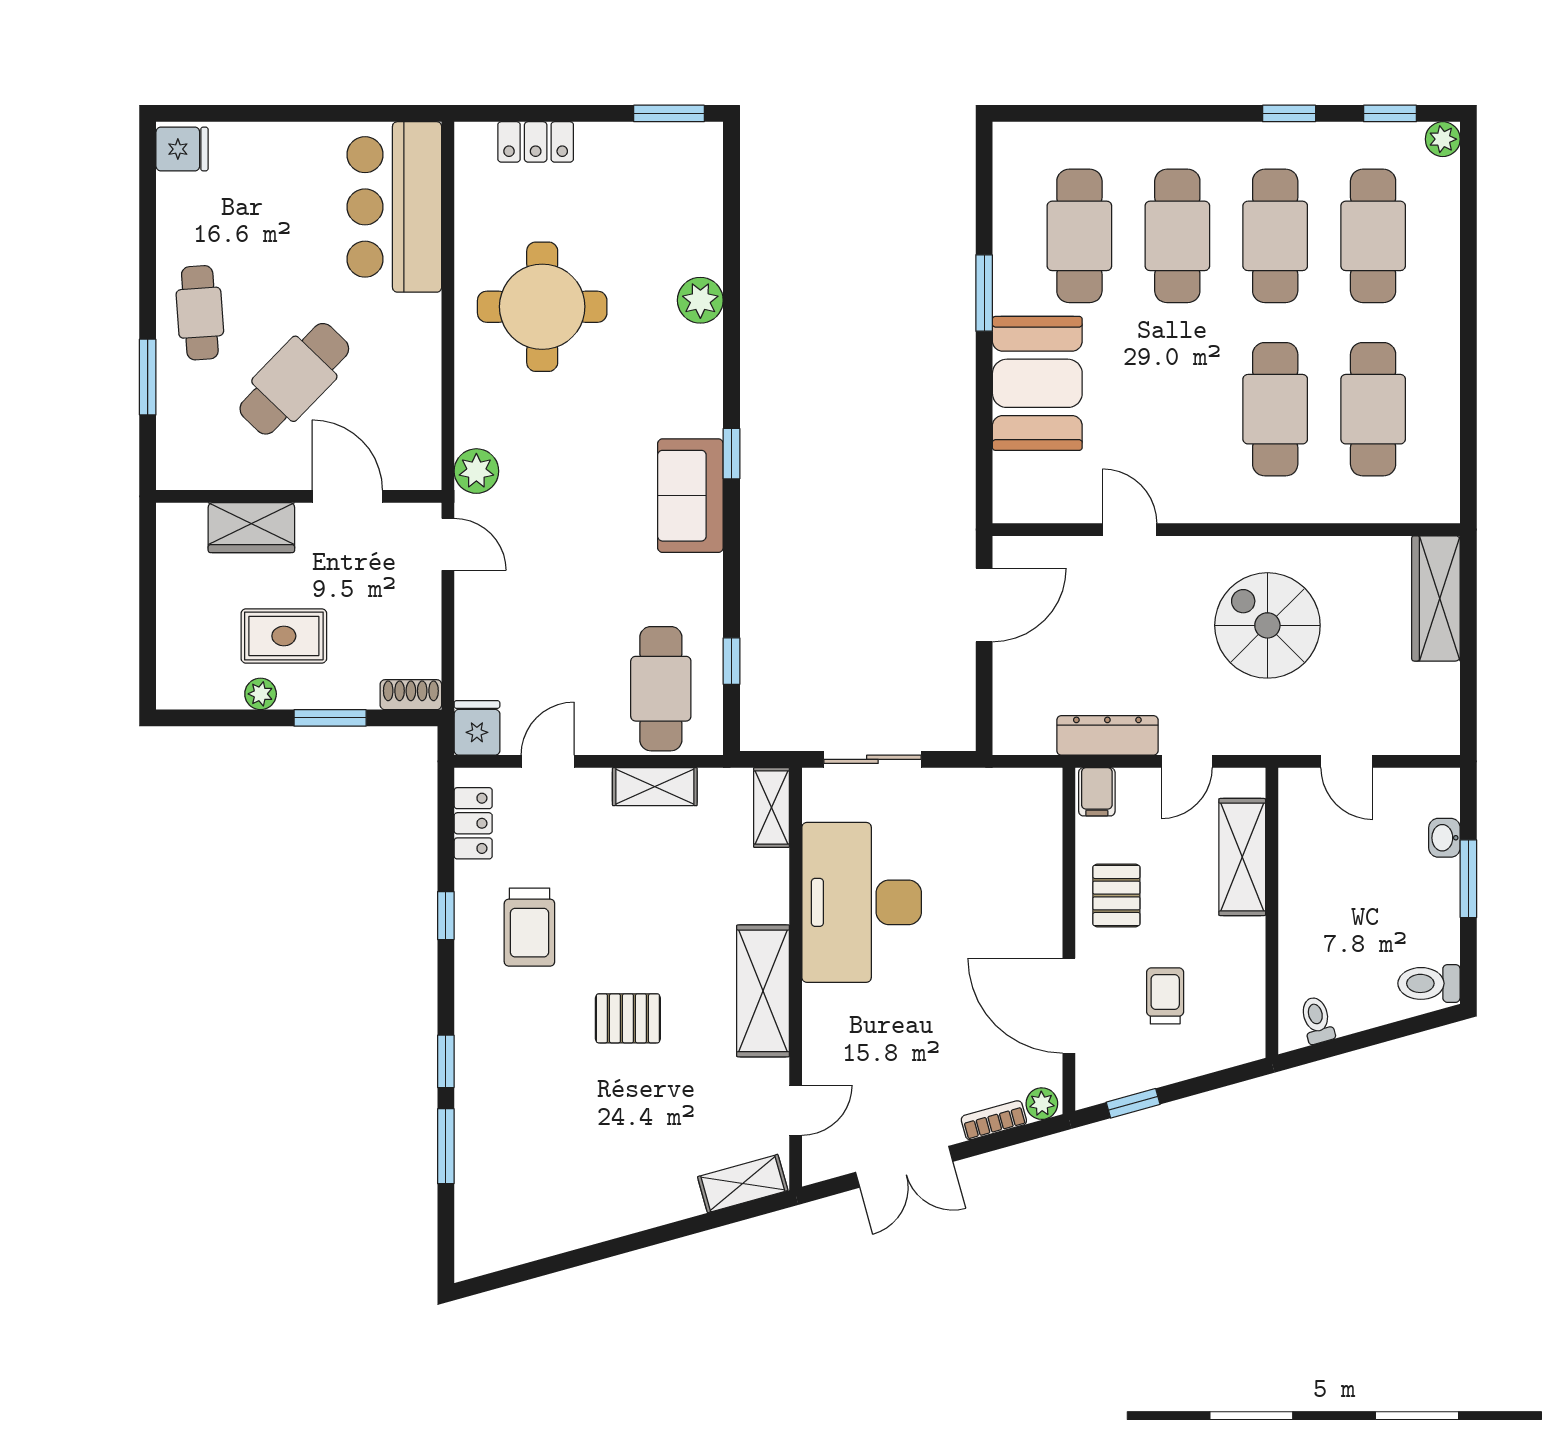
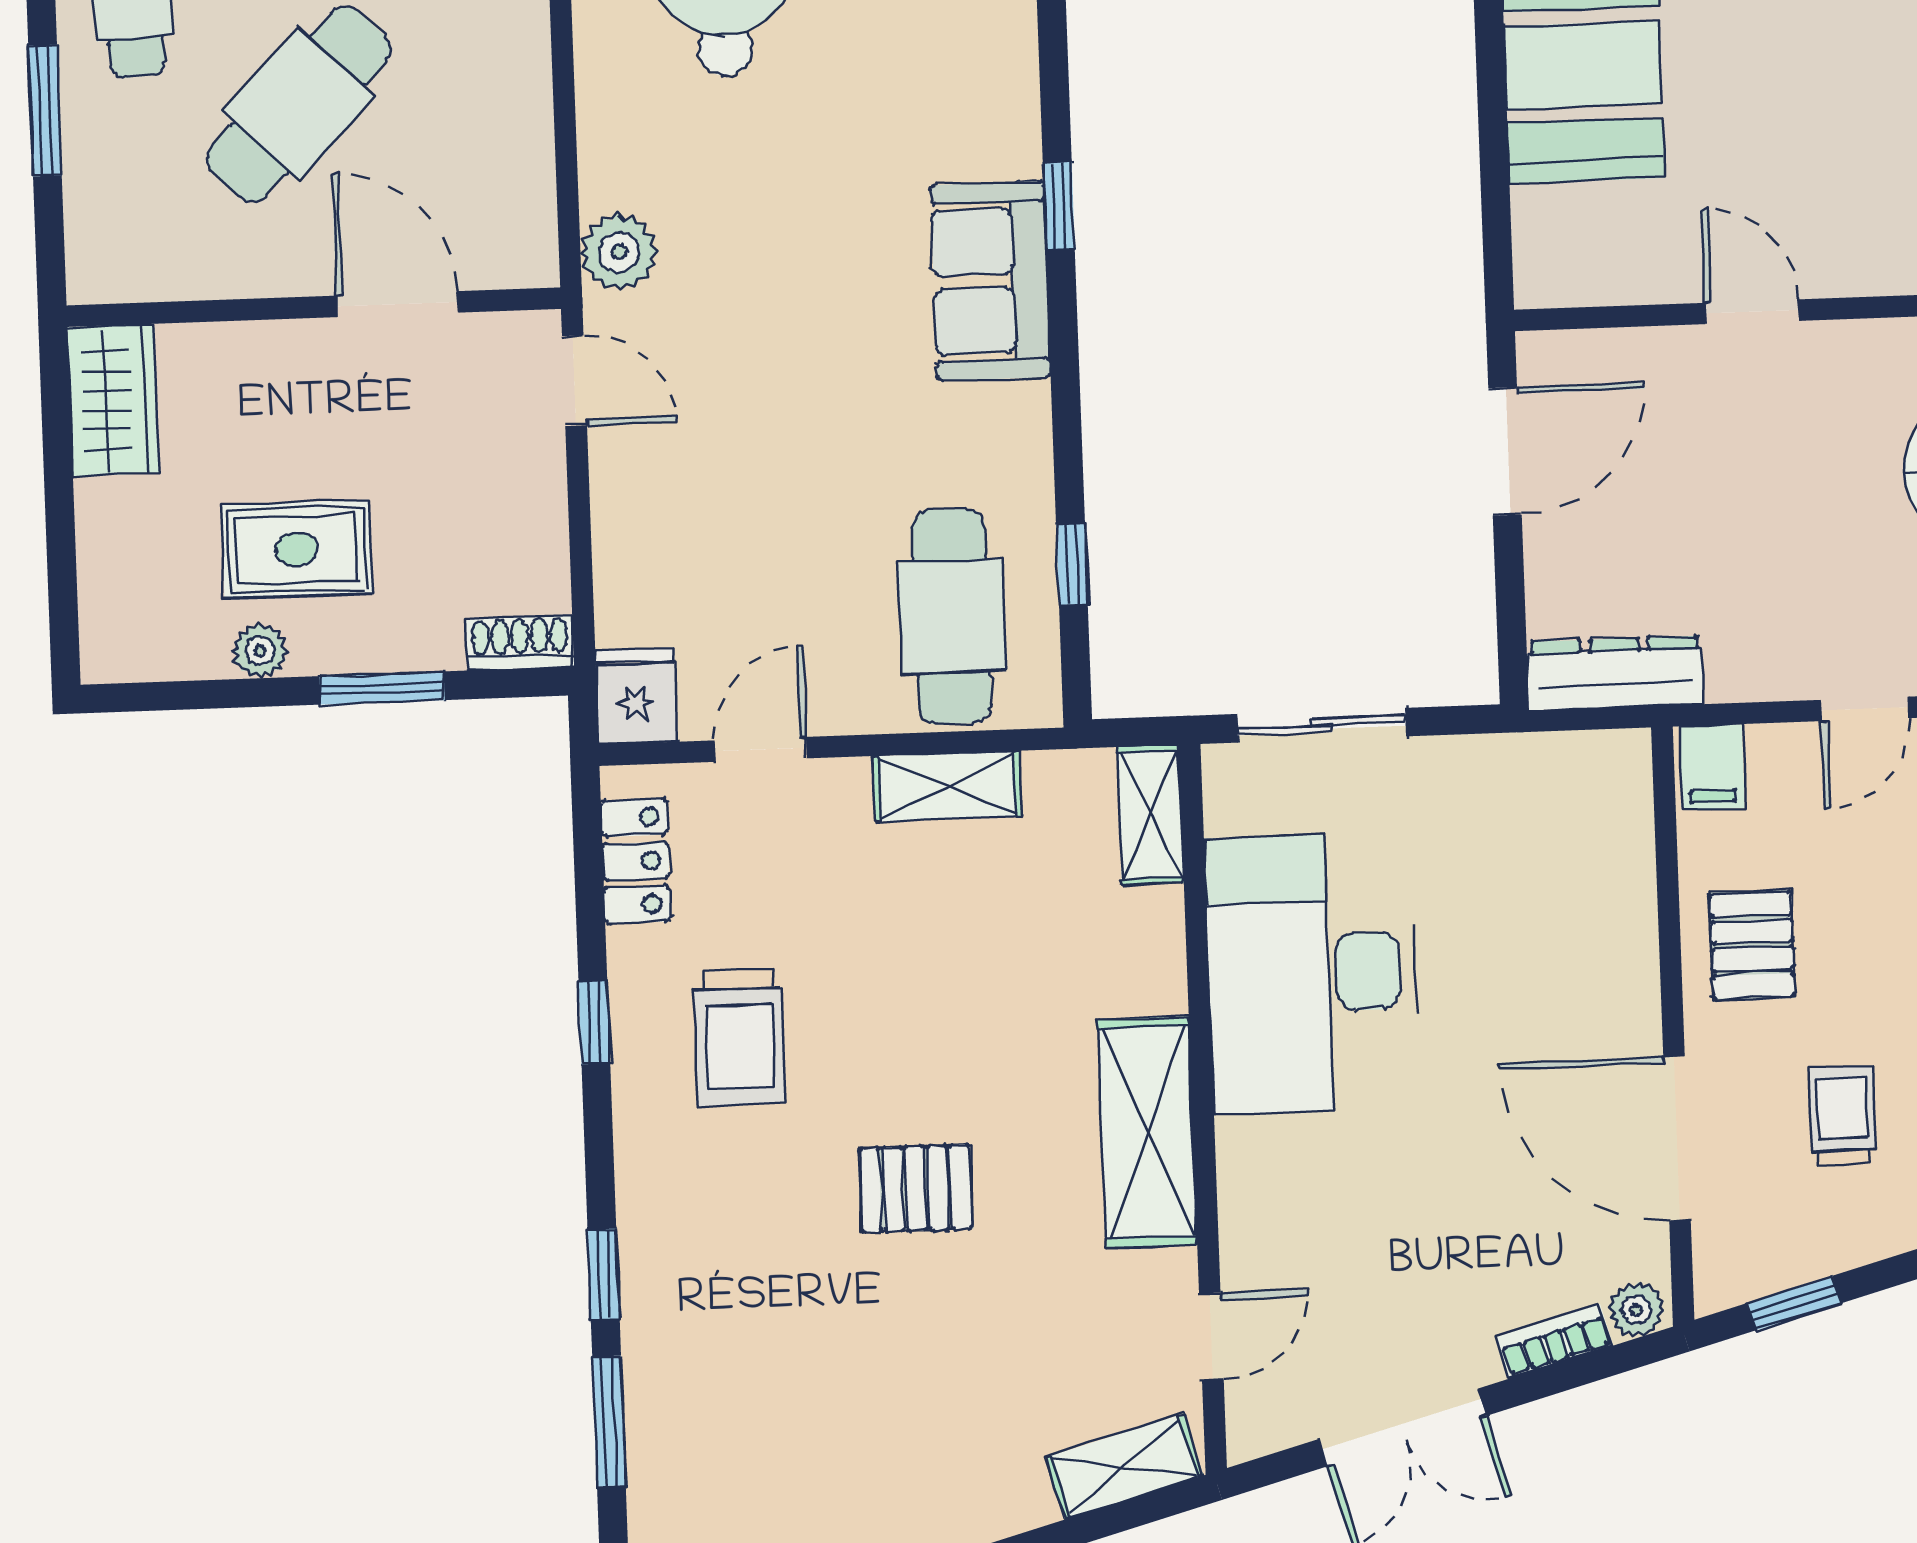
wardrobe: (251, 528) -> (113, 400), moved, turned -90
dresser: (1107, 735) -> (1615, 673), moved

